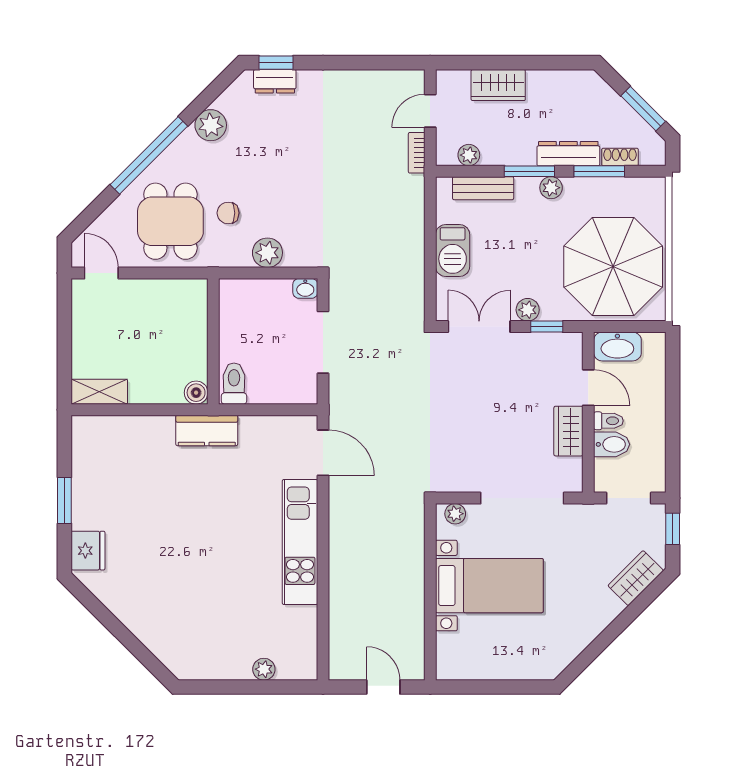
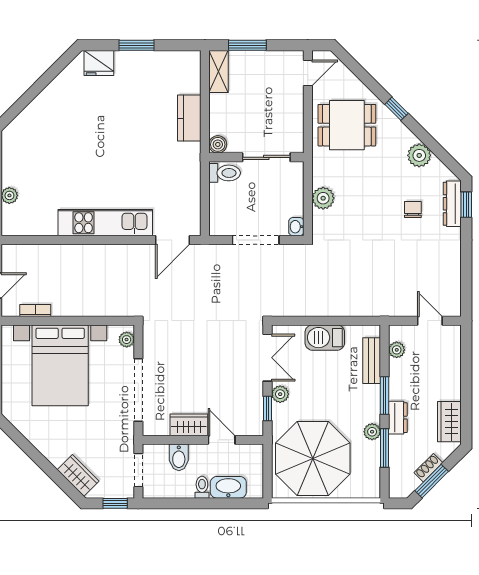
dresser: (275, 81) -> (452, 204), width x1.44
wardrobe: (498, 85) -> (449, 422), moved
bookcase: (417, 153) -> (35, 311), moved
dresser: (568, 154) -> (398, 418), width x0.70
window: (149, 155) -> (396, 109), width x0.32
shoe rack: (620, 157) -> (428, 468), moved, turned -135
plant: (551, 188) -> (372, 432), moved
chair: (228, 213) -> (413, 209), moved
sliding door: (213, 328) -> (266, 157), added
washbasin: (617, 347) -> (228, 487), moved, turned 90
window: (64, 353) -> (247, 45), added
door: (588, 388) -> (222, 440), swing flipped
toilet: (608, 421) -> (202, 487), moved, turned 180
kitchen counter: (207, 430) -> (189, 118), moved
bed with nightstands: (489, 586) -> (60, 365), width x1.36

